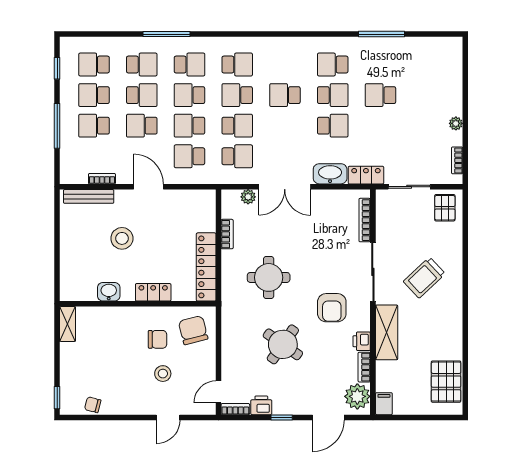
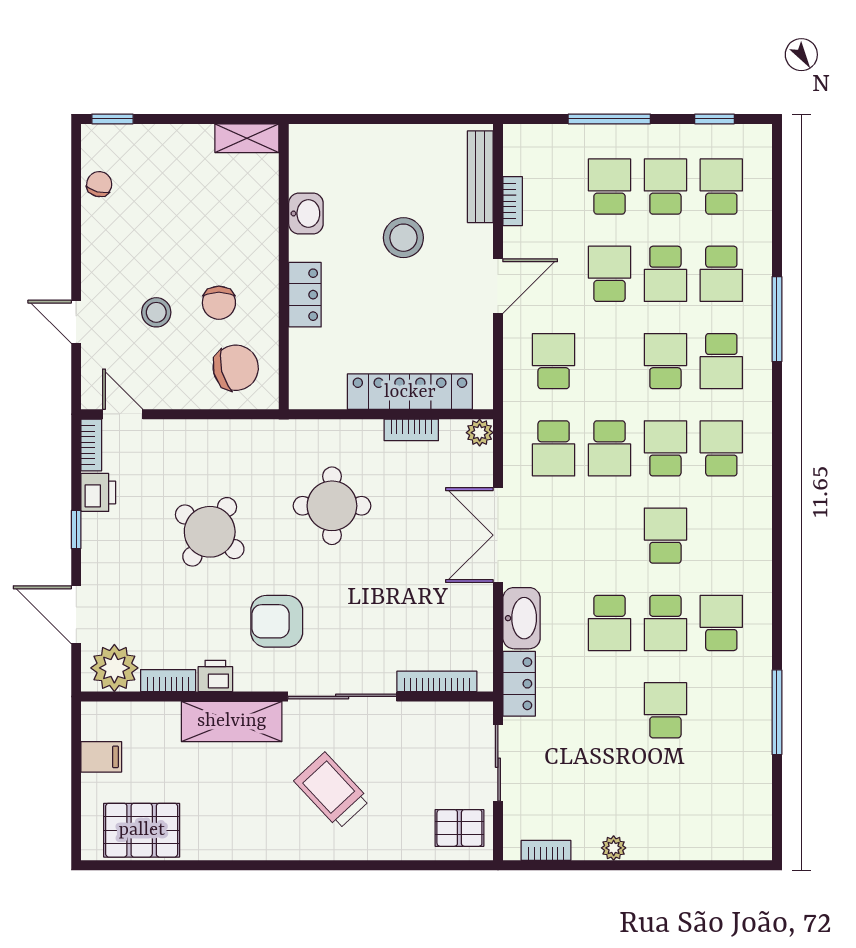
school desk: (237, 65) -> (721, 448), turned 180
school desk: (189, 126) -> (609, 361), removed
plant: (248, 197) -> (480, 433), moved
locker: (206, 267) -> (410, 392), moved
filing cabinet: (384, 404) -> (101, 757), moved

